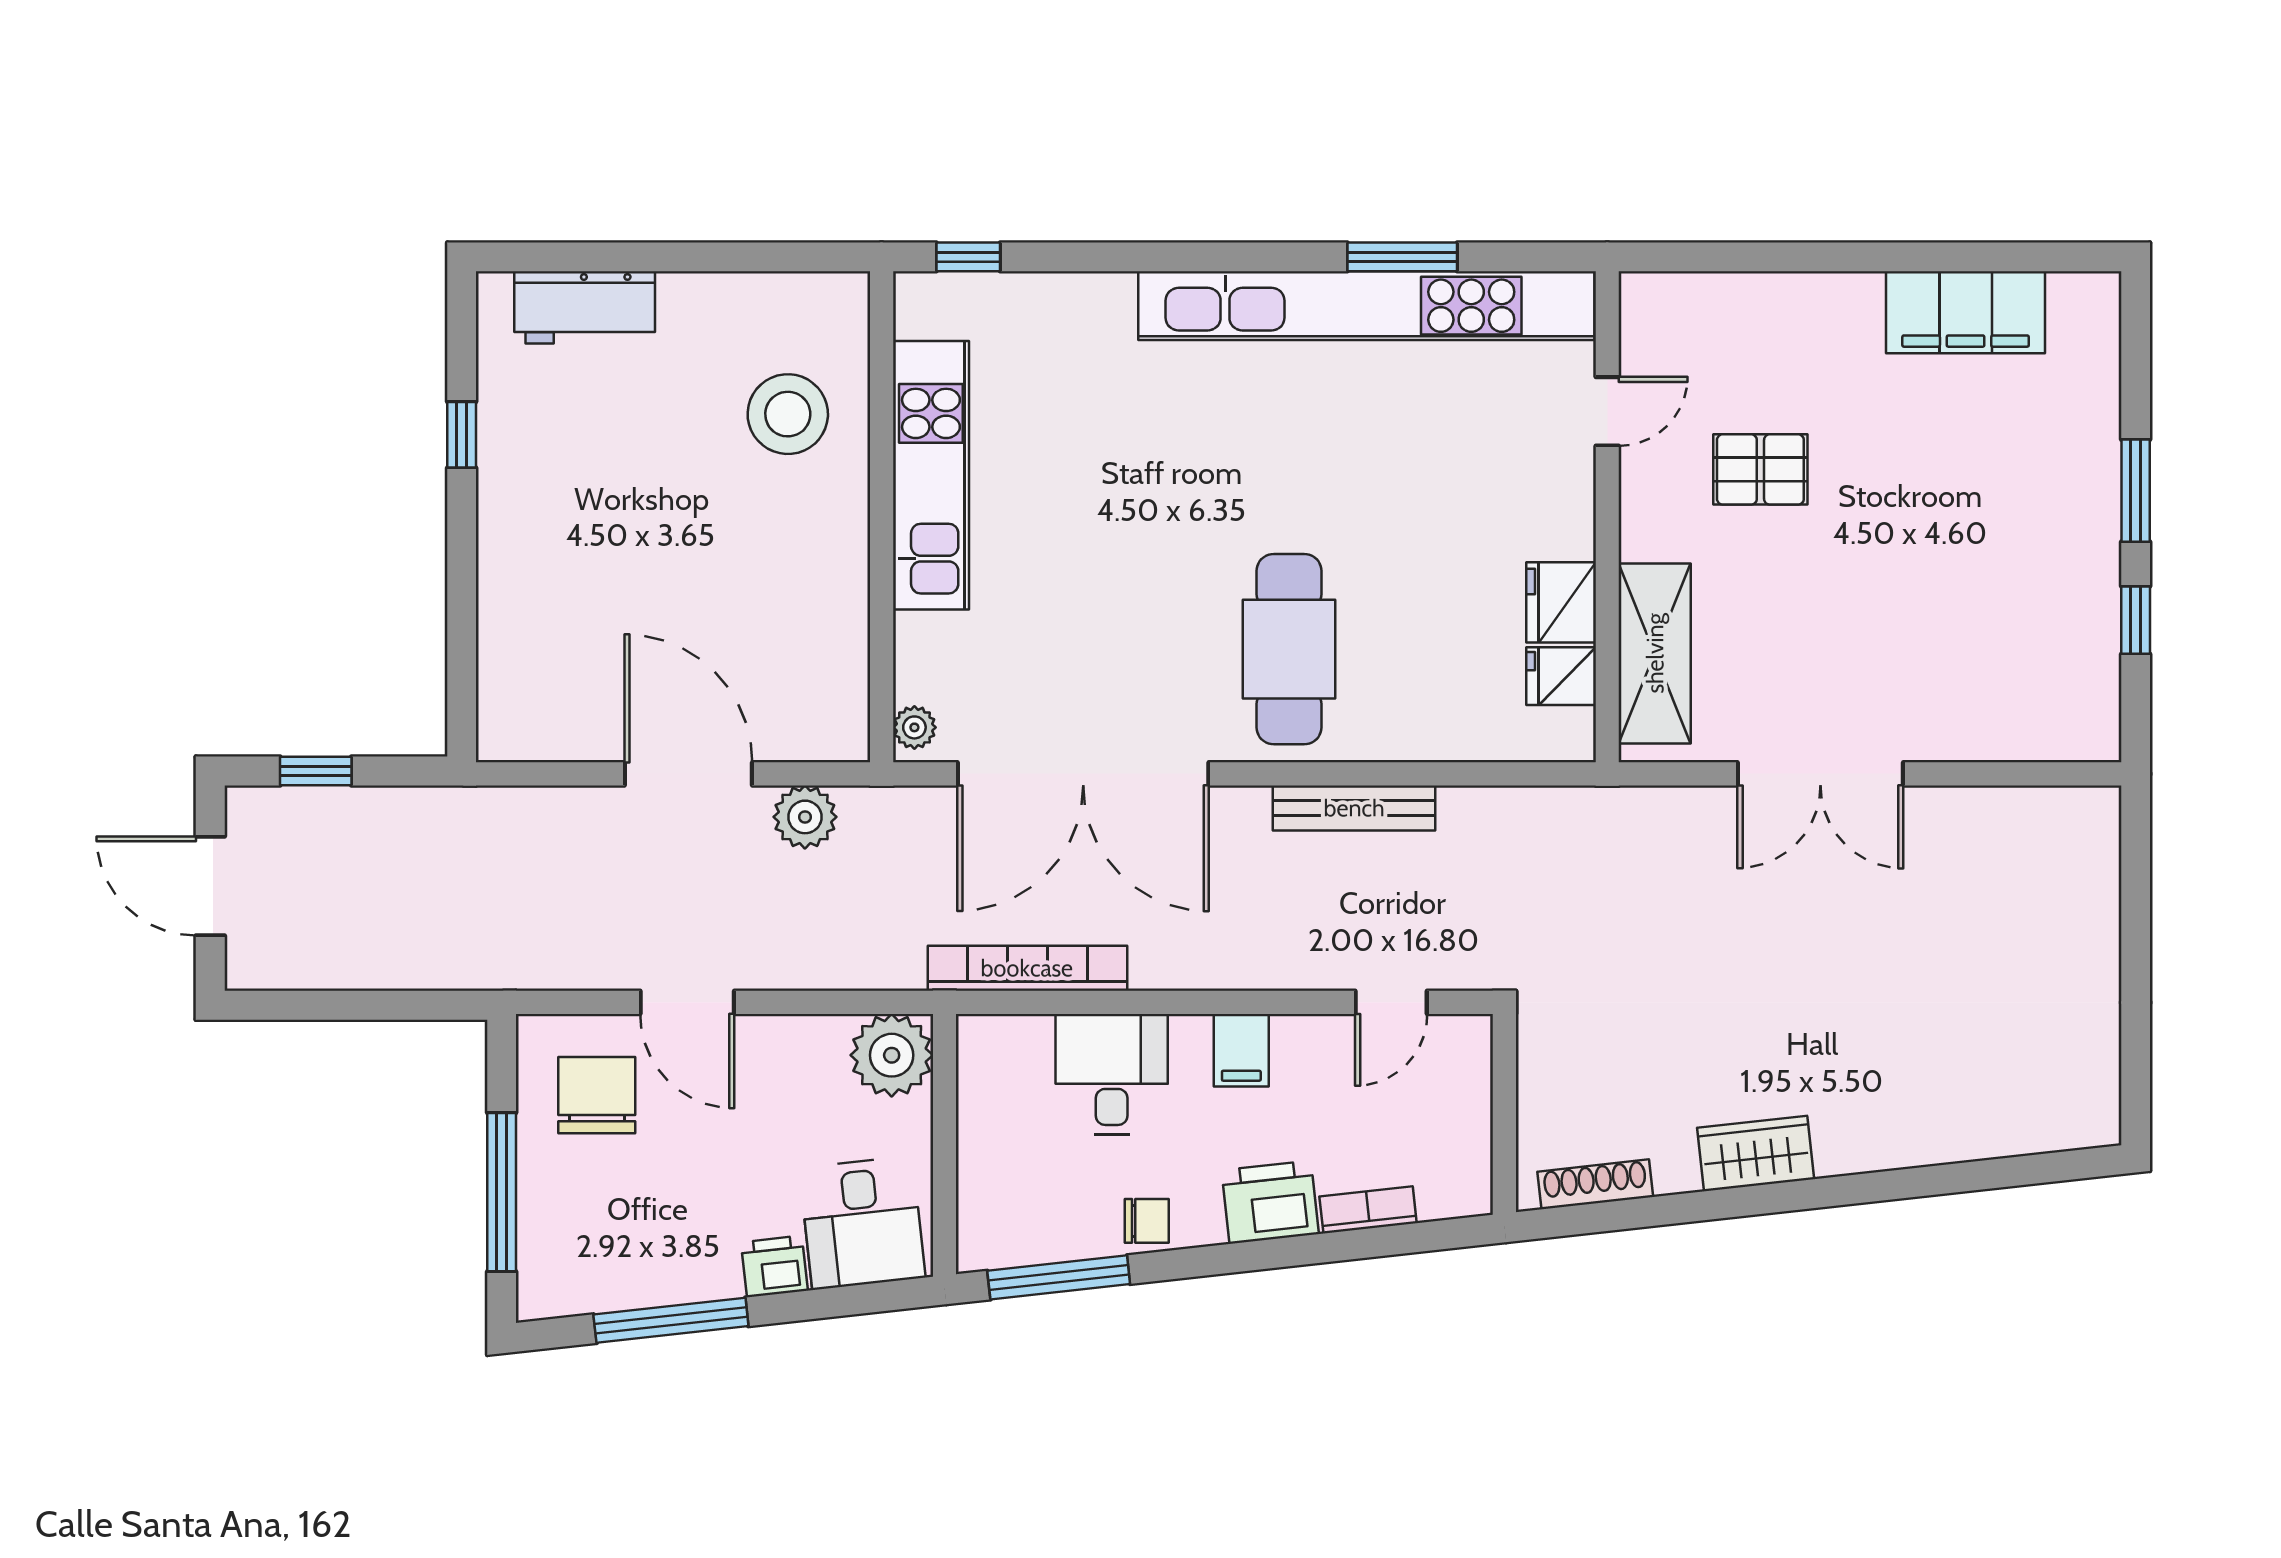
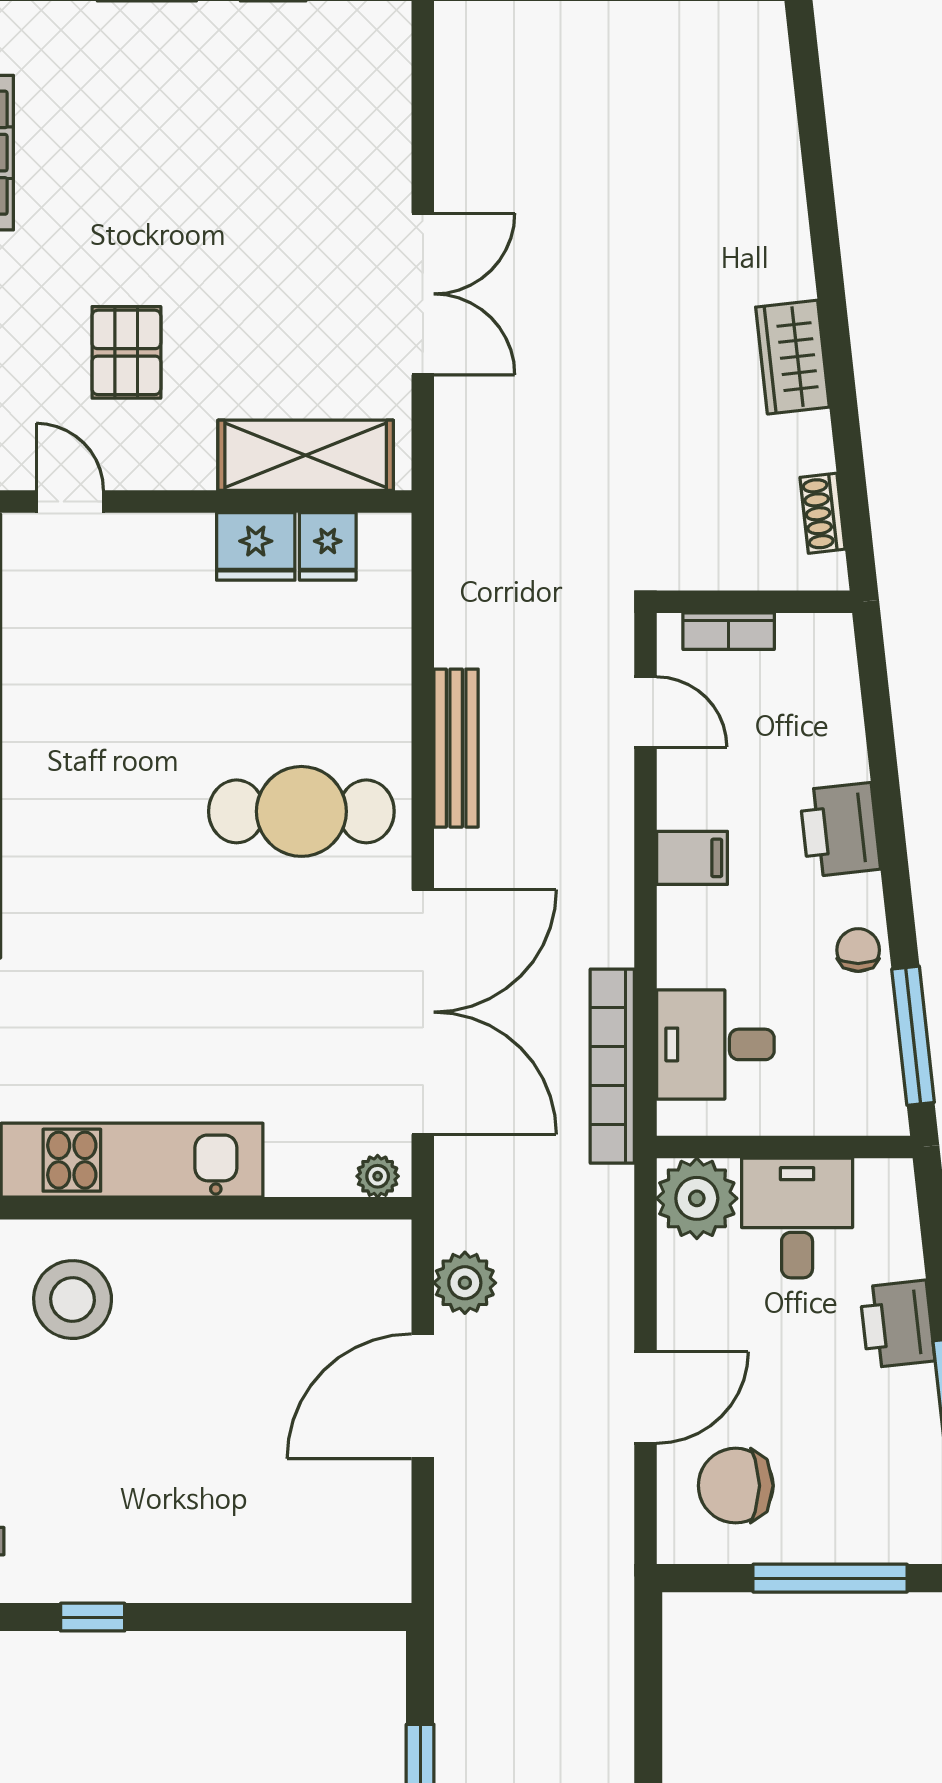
desk: (1112, 1074) -> (715, 1044), moved
shoe rack: (1595, 1184) -> (823, 513), width x0.70
bookcase: (1368, 1210) -> (729, 631), moved, turned -84
desk: (862, 1223) -> (797, 1218), moved, turned -84
printer: (774, 1266) -> (897, 1324), width x1.36, depth x1.24

